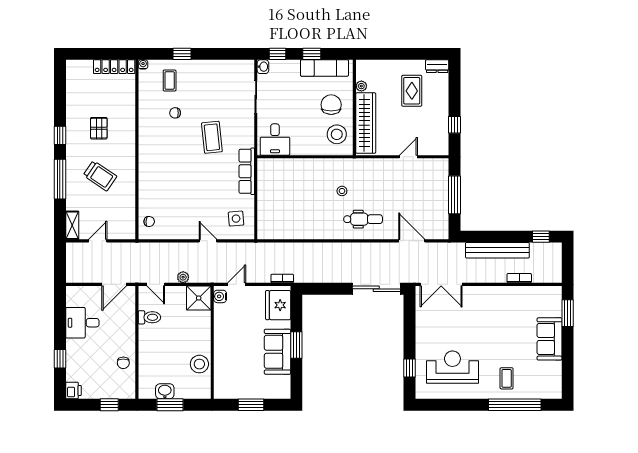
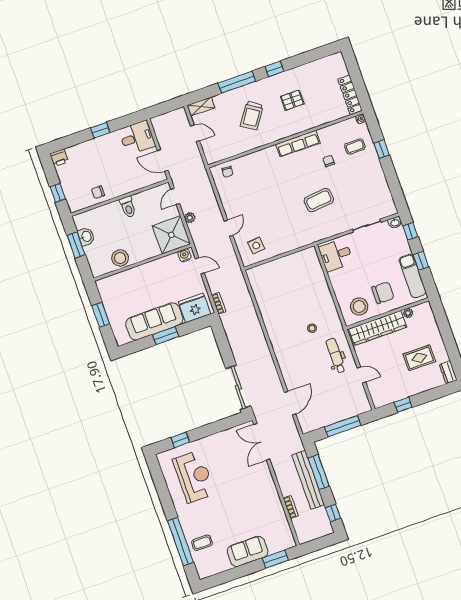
row of seats: (247, 171) -> (298, 144), moved, turned 180
dental chair: (363, 219) -> (336, 356), moved, turned 180
window: (493, 237) -> (319, 472), added
shower: (199, 298) -> (171, 235), width x1.37, depth x1.37
toilet: (149, 317) -> (128, 207), moved
desk: (82, 323) -> (137, 138), moved, turned 90
sofa: (277, 352) -> (154, 321), width x1.36
window: (60, 359) -> (100, 130), moved
coffee table: (507, 378) -> (202, 543), moved

